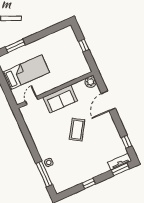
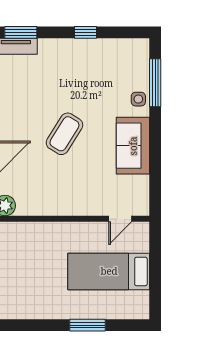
window: (15, 46) -> (87, 325), moved
sofa: (60, 99) -> (133, 146), moved, turned -90

